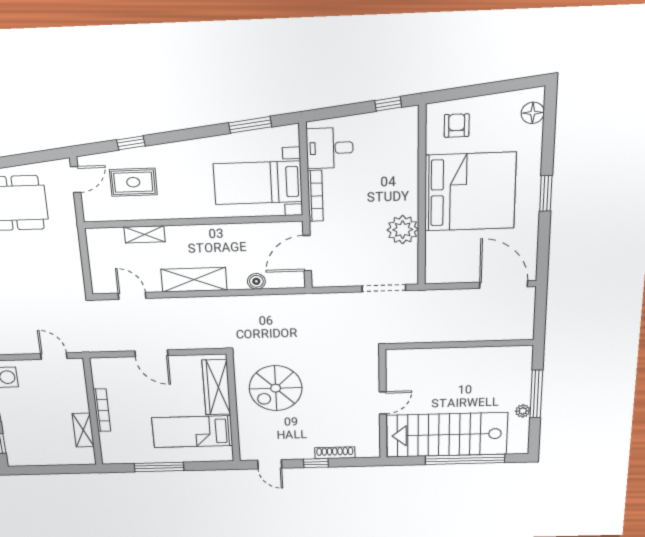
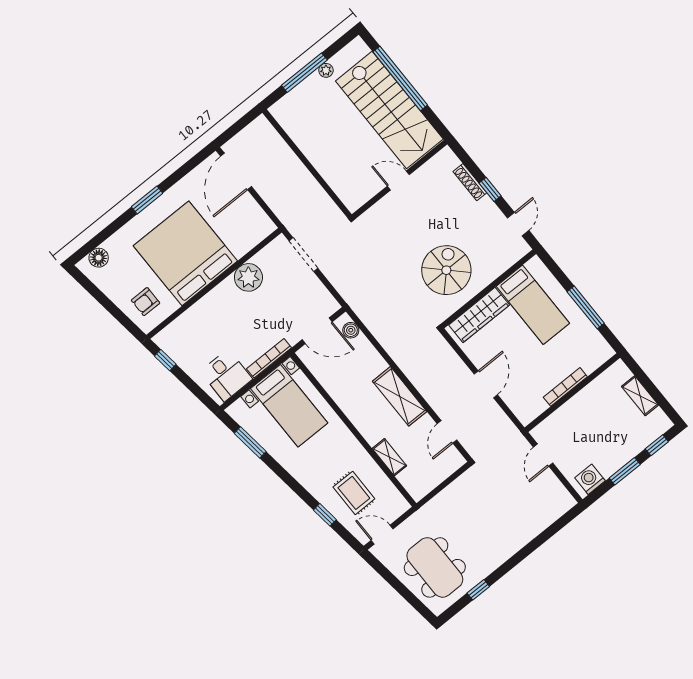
boiler: (256, 281) -> (351, 330), moved
spiral stairs: (276, 388) -> (446, 270), turned -90
shelving: (83, 430) -> (640, 396), moved, turned 90

